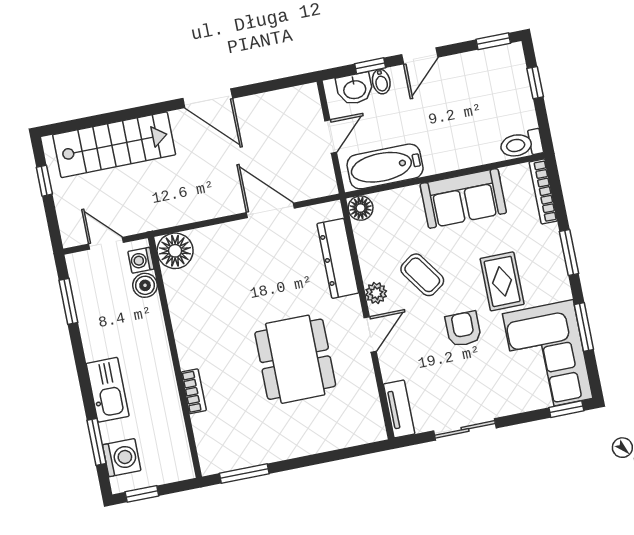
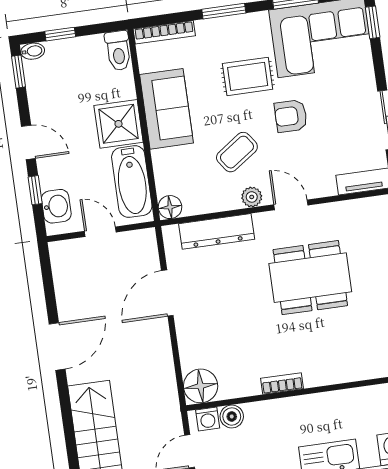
bidet: (381, 82) -> (33, 51), moved
shower: (445, 149) -> (119, 124), added
bookcase: (194, 391) -> (282, 383), moved

